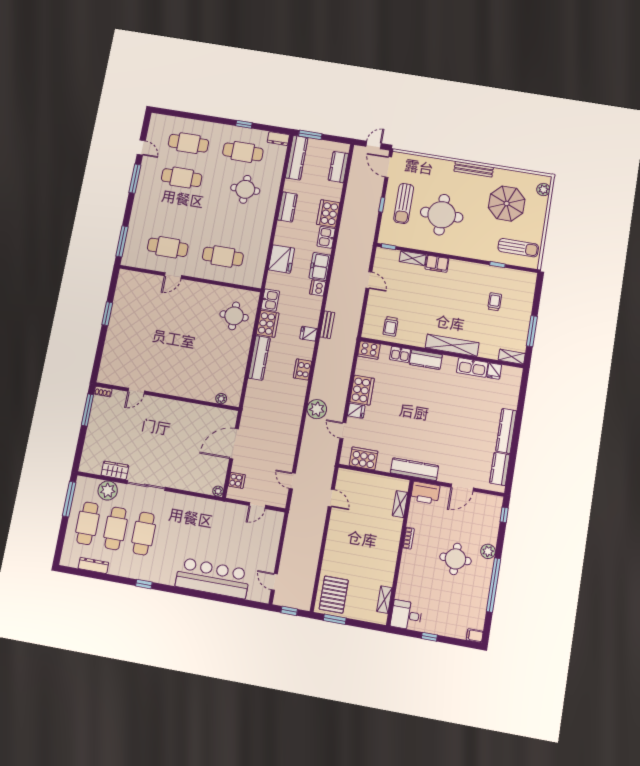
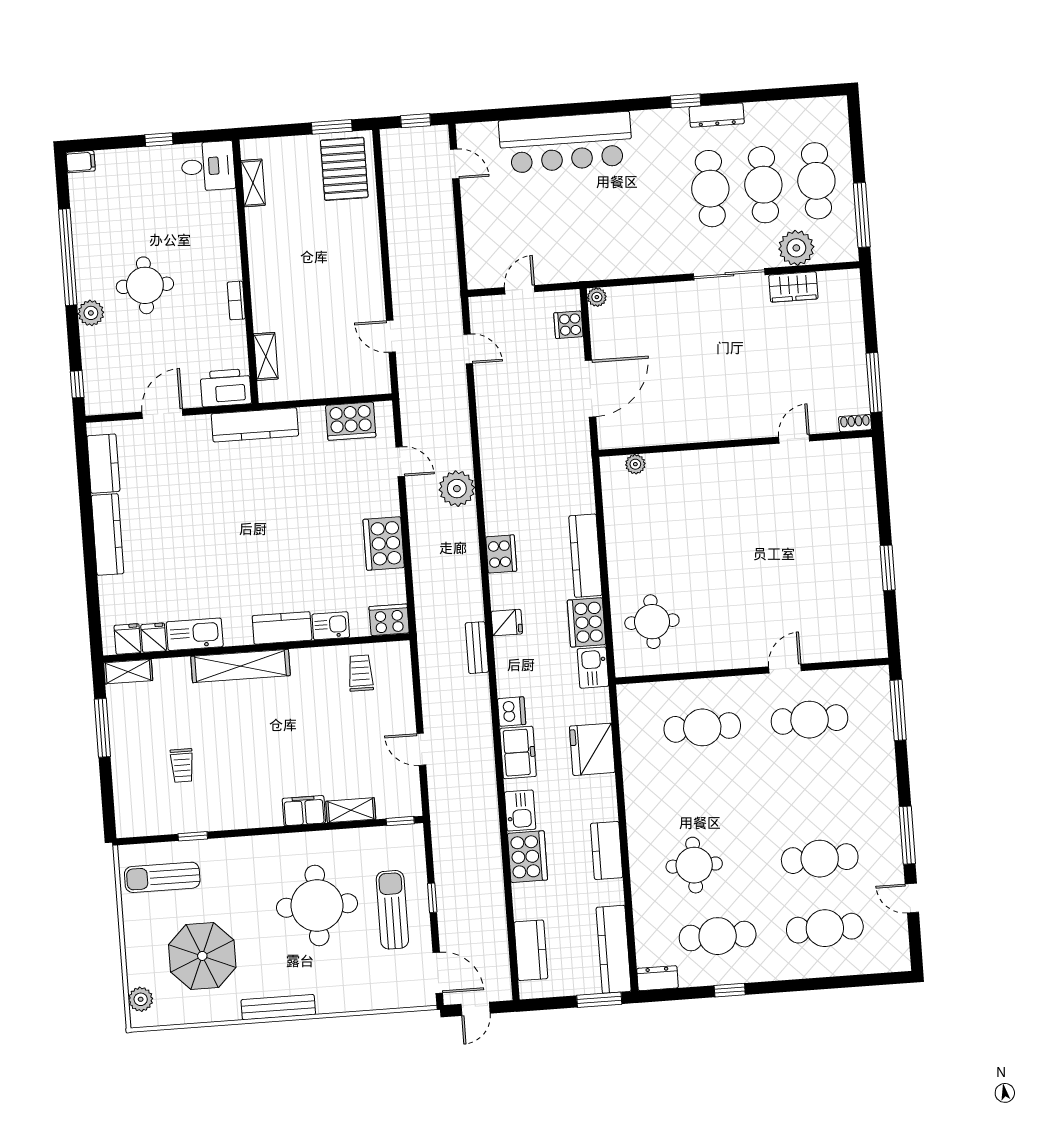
fridge: (356, 411) -> (128, 639), moved, turned 90
dresser: (93, 565) -> (717, 115), moved

